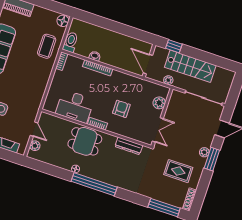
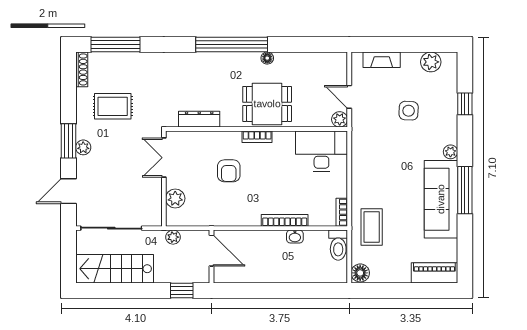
stairs: (190, 66) -> (115, 269), moved
desk: (75, 106) -> (321, 151), moved
plant: (35, 146) -> (340, 119), moved

